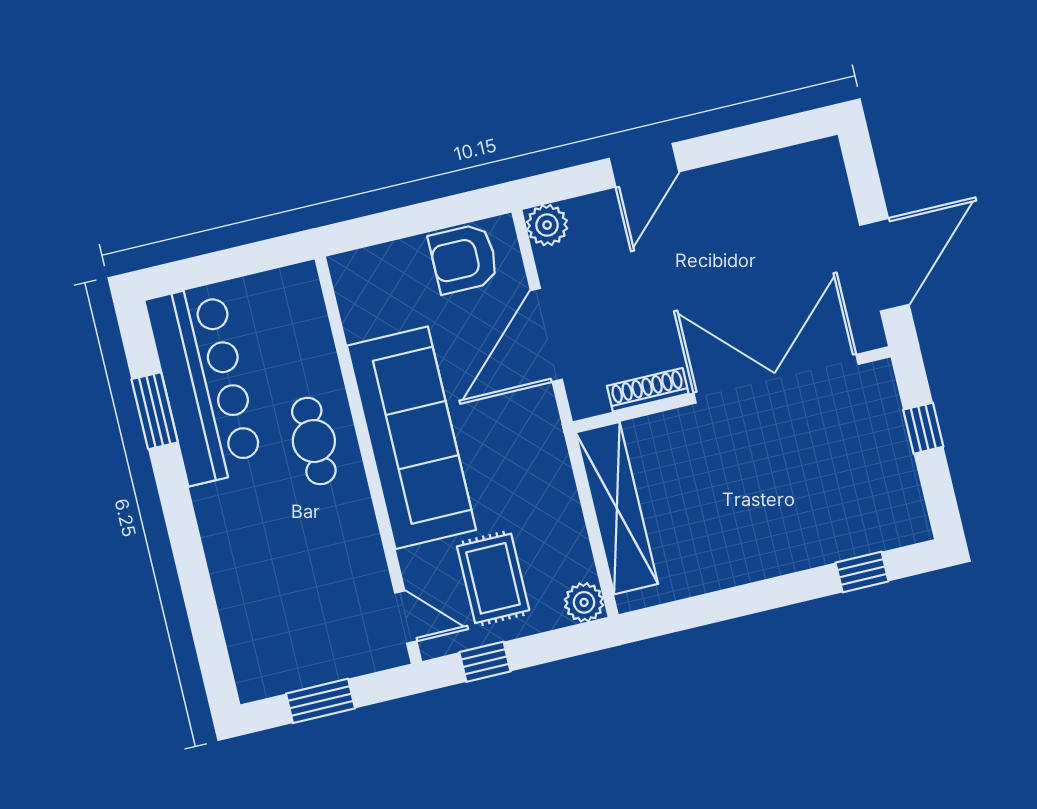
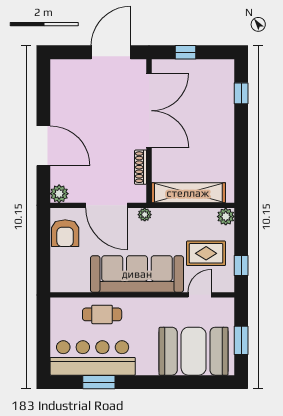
door: (644, 165) -> (43, 146), width x1.36
door: (884, 265) -> (111, 52), hinge flipped
double door: (776, 379) -> (149, 111), swing flipped
plant: (546, 423) -> (145, 215), added
cafe table: (314, 441) -> (102, 314), moved
booth: (272, 602) -> (194, 351), added
door: (406, 617) -> (200, 295), moved

